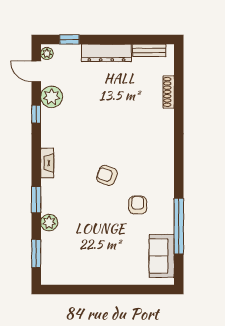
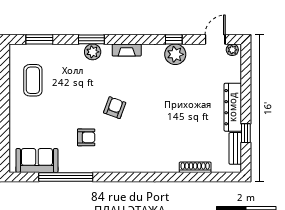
window: (69, 39) -> (246, 133), moved
plant: (52, 97) -> (175, 54), moved
plant: (49, 223) -> (93, 52), moved
coffee table: (79, 260) -> (33, 80), added

